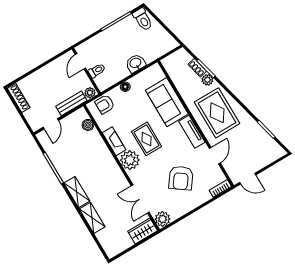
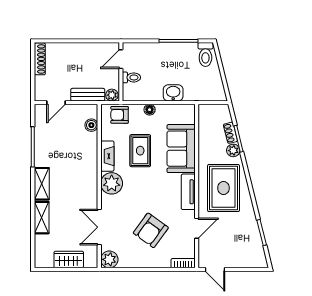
rug: (147, 139) -> (140, 151), moved
wardrobe: (143, 231) -> (69, 260), moved

